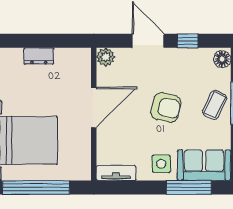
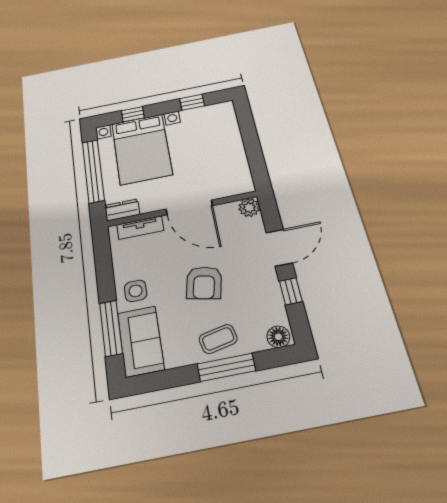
dresser: (39, 56) -> (122, 210), moved, turned 90
coffee table: (215, 105) -> (218, 339), turned -38
tv unit: (116, 173) -> (140, 228), moved, turned 90

